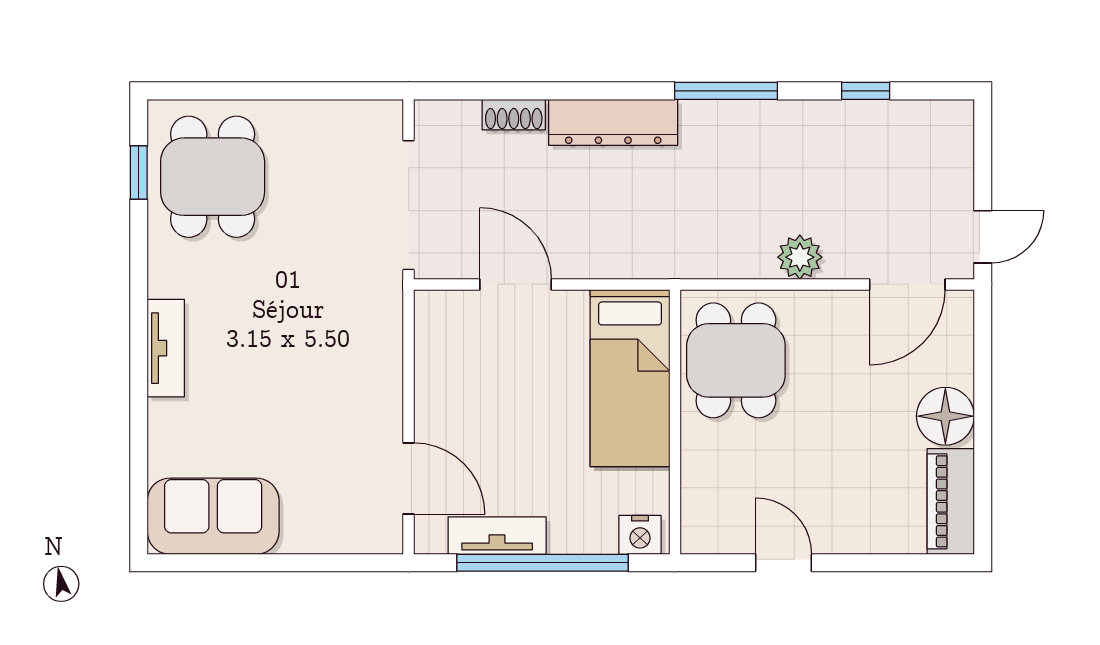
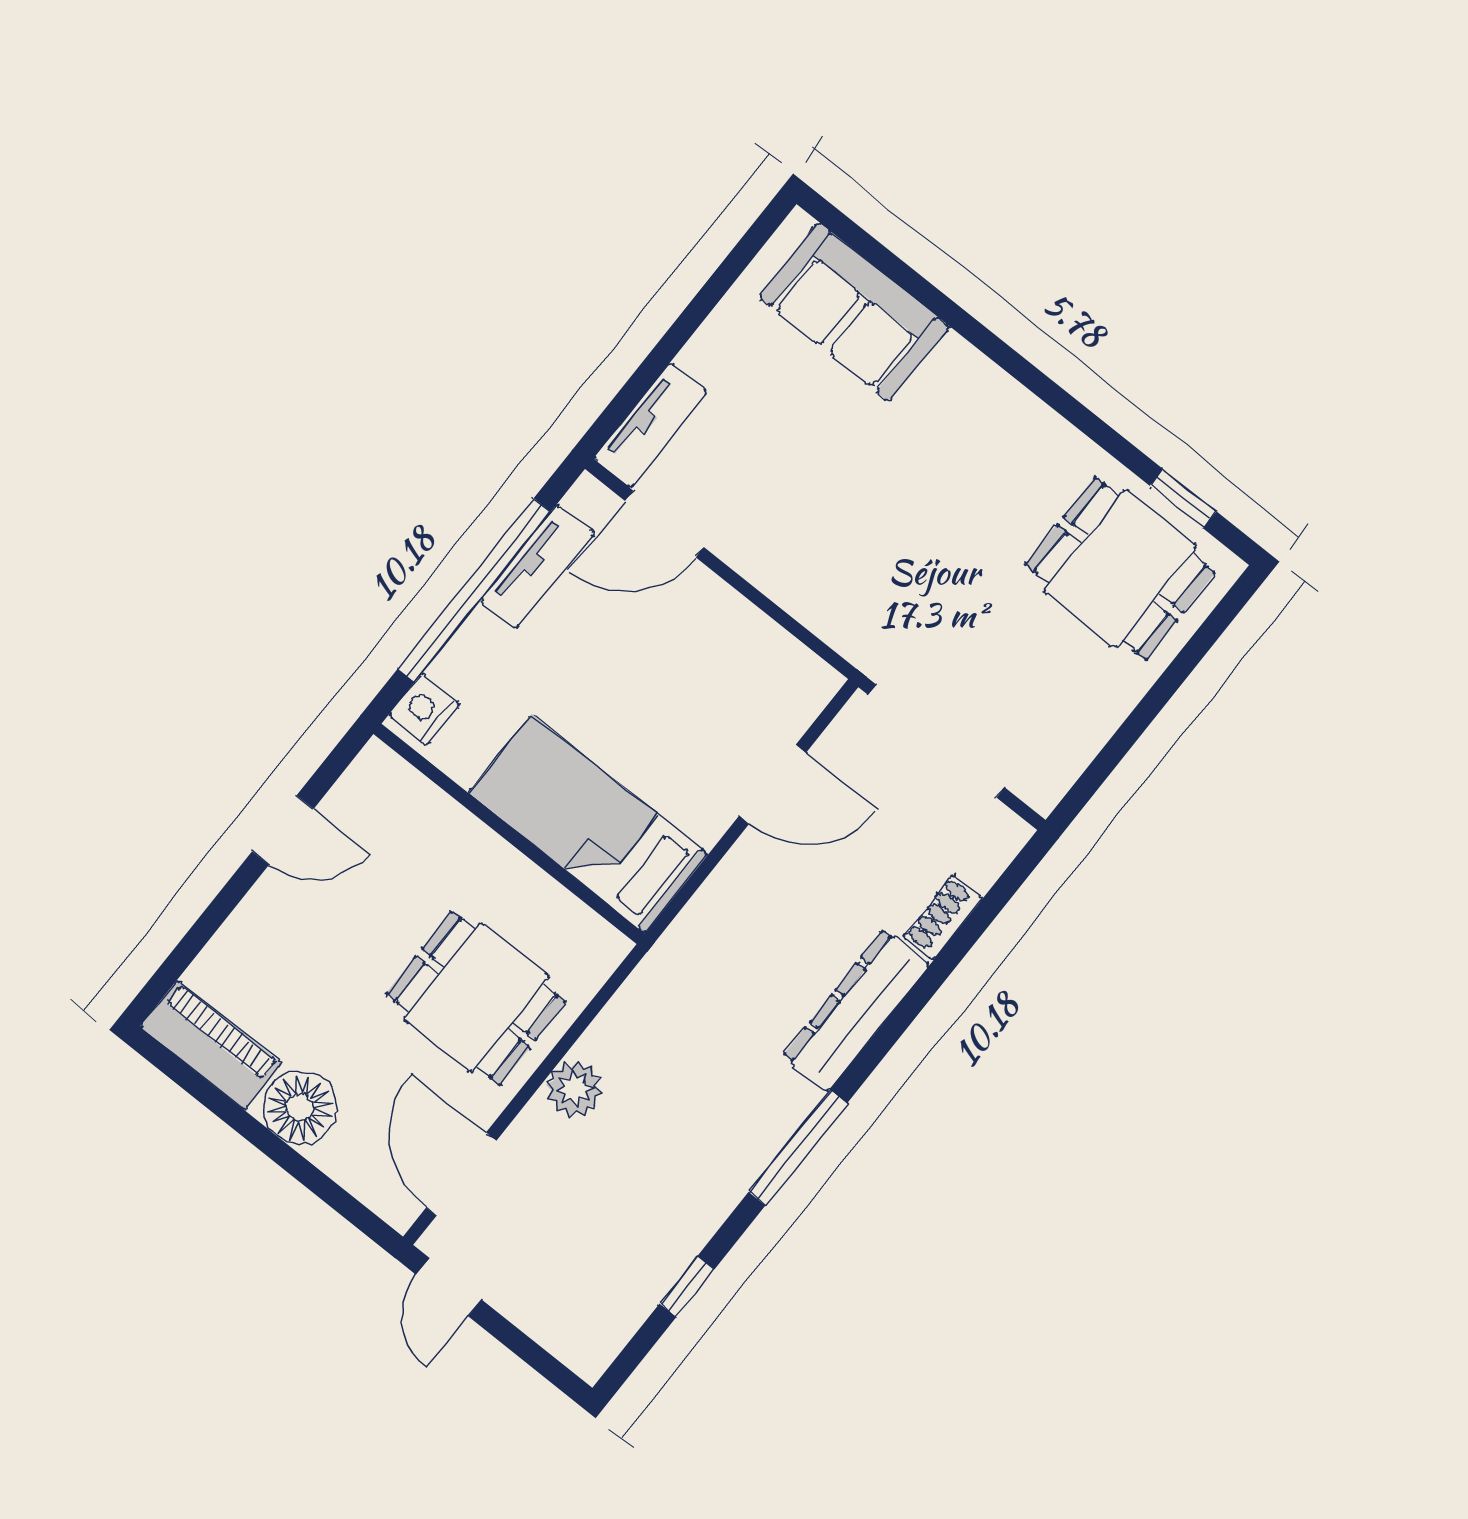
tv unit: (166, 348) -> (650, 425), moved, turned -90
dining table: (736, 360) -> (476, 998), moved
sofa: (213, 516) -> (854, 312), moved, turned 90

